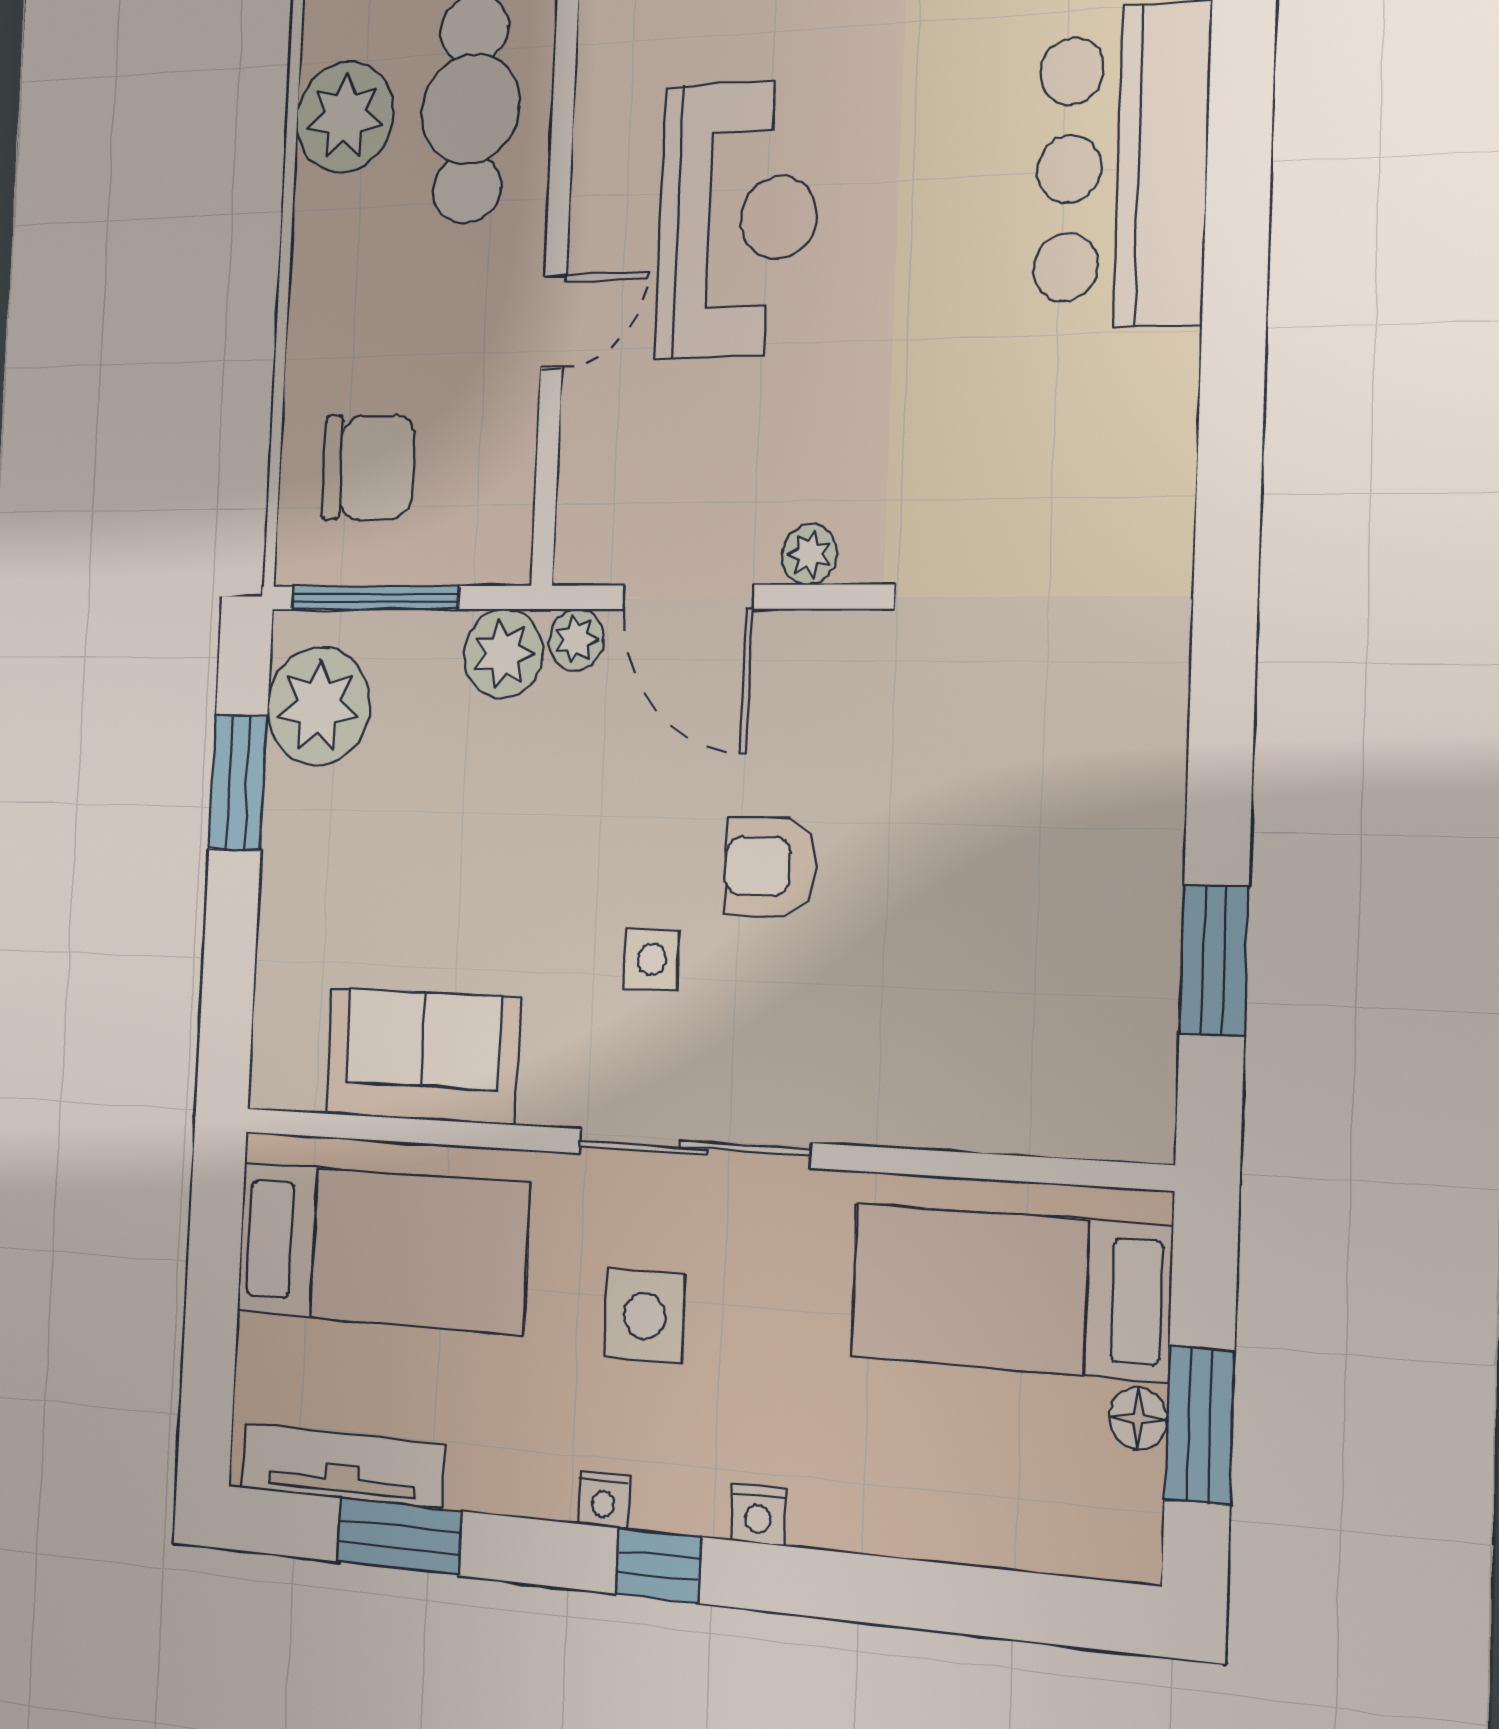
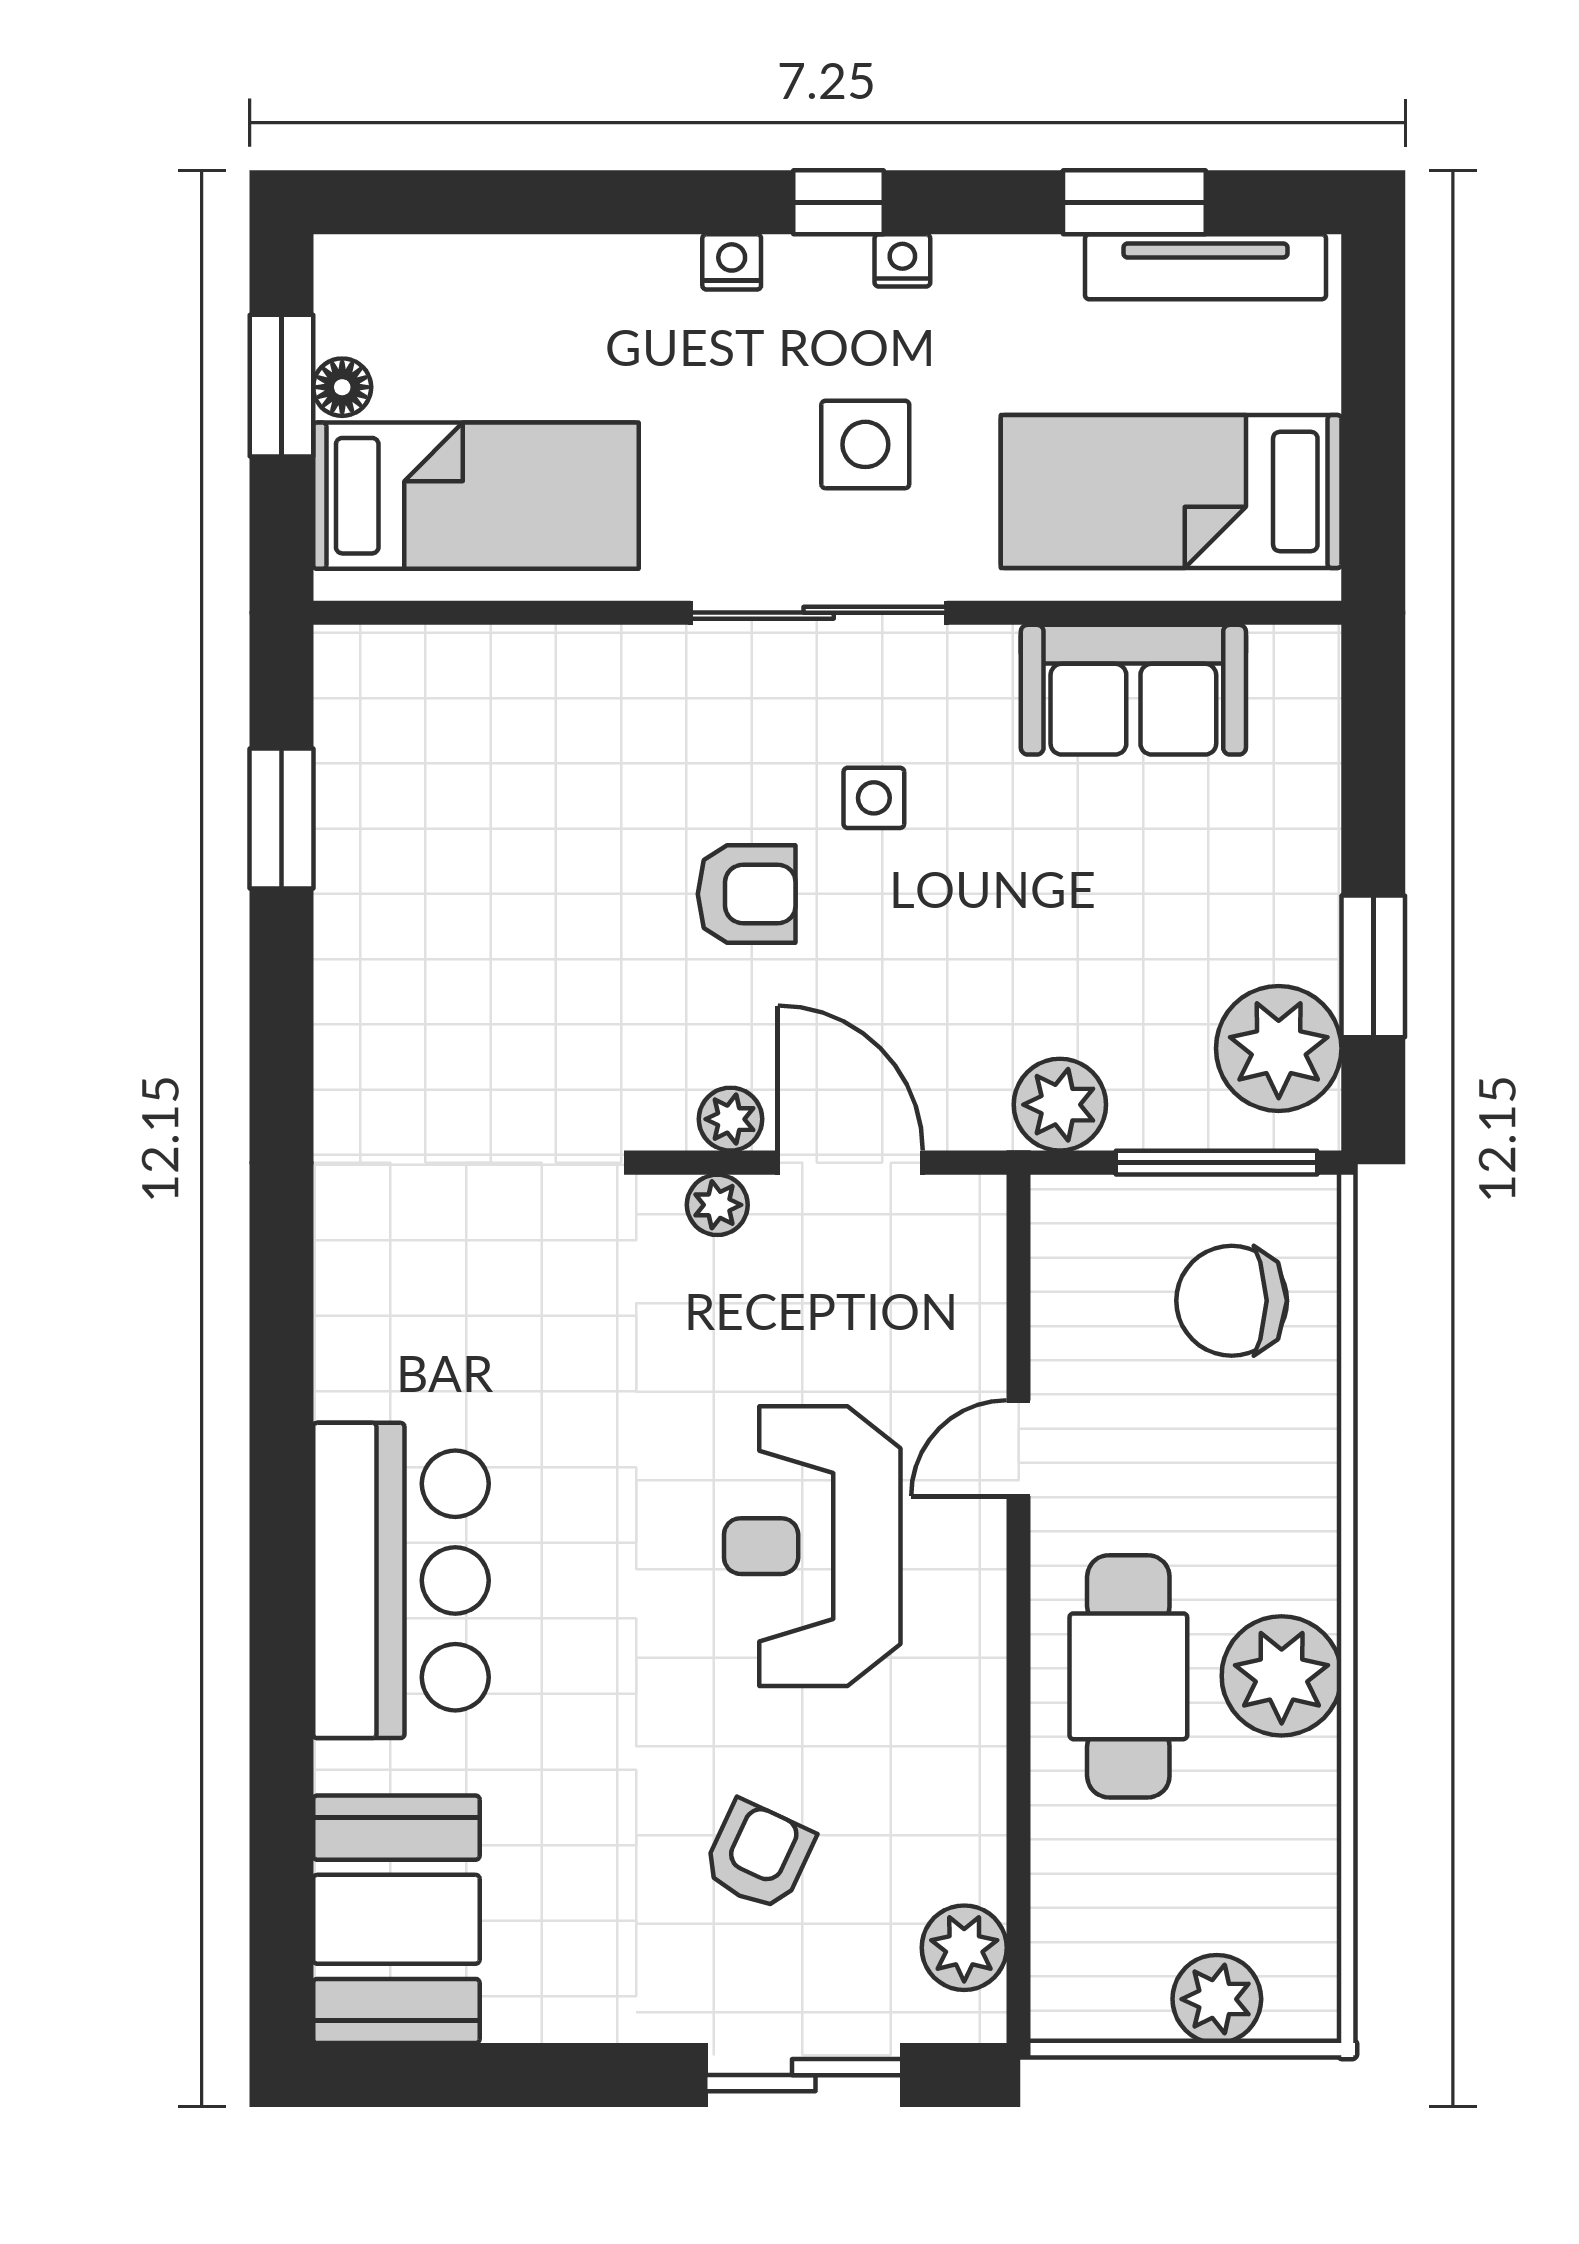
plant: (576, 640) -> (731, 1119), moved

